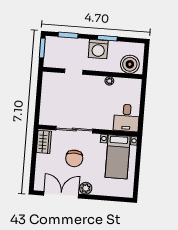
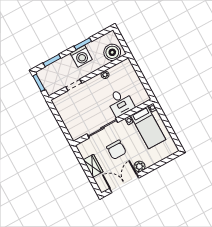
desk: (126, 118) -> (120, 102), moved
wardrobe: (44, 142) -> (93, 166), moved

